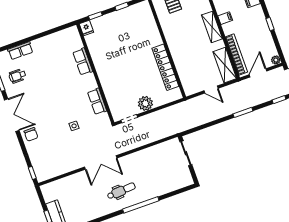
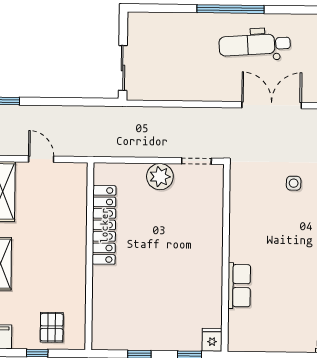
row of seats: (97, 101) -> (240, 210), removed
dental chair: (121, 191) -> (255, 45), width x1.36, depth x1.38

